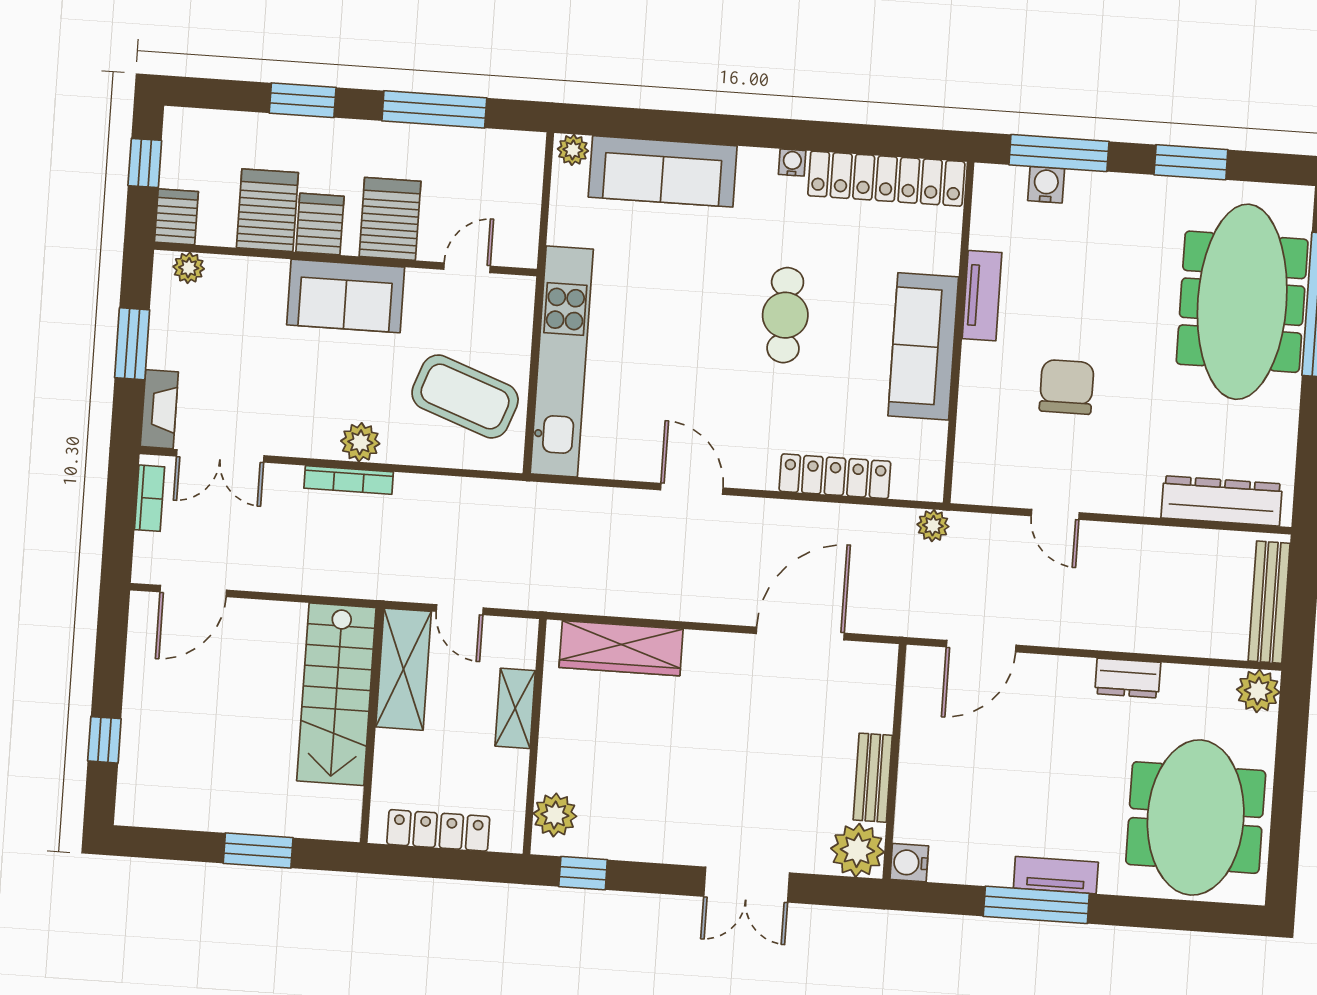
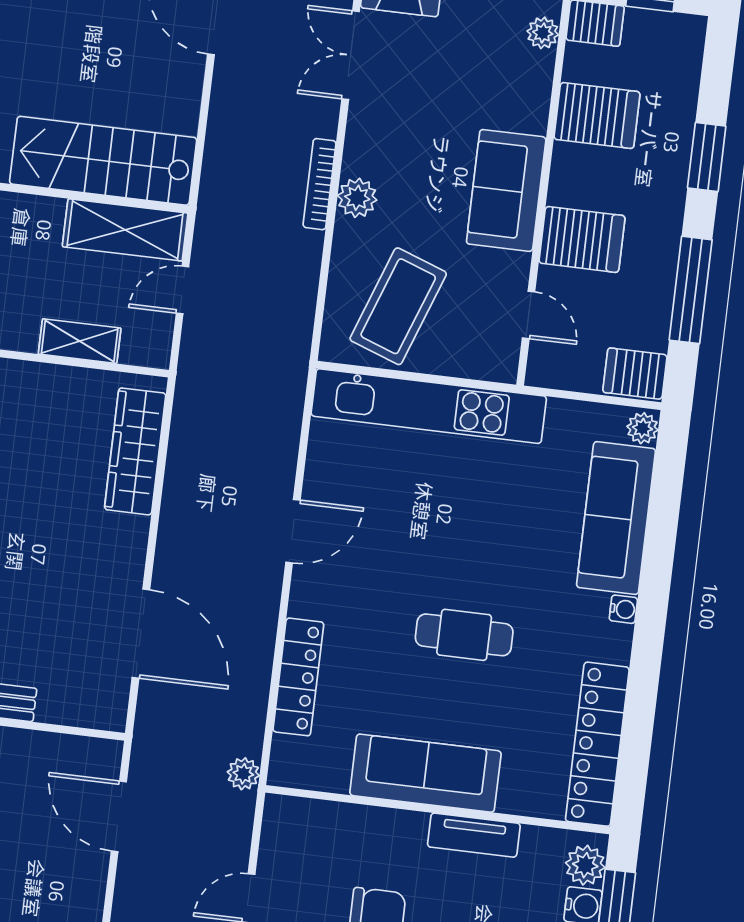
water cooler: (792, 162) -> (623, 609), moved
plant: (1006, 184) -> (585, 865), added
server rack: (320, 224) -> (635, 374), moved, turned 180

